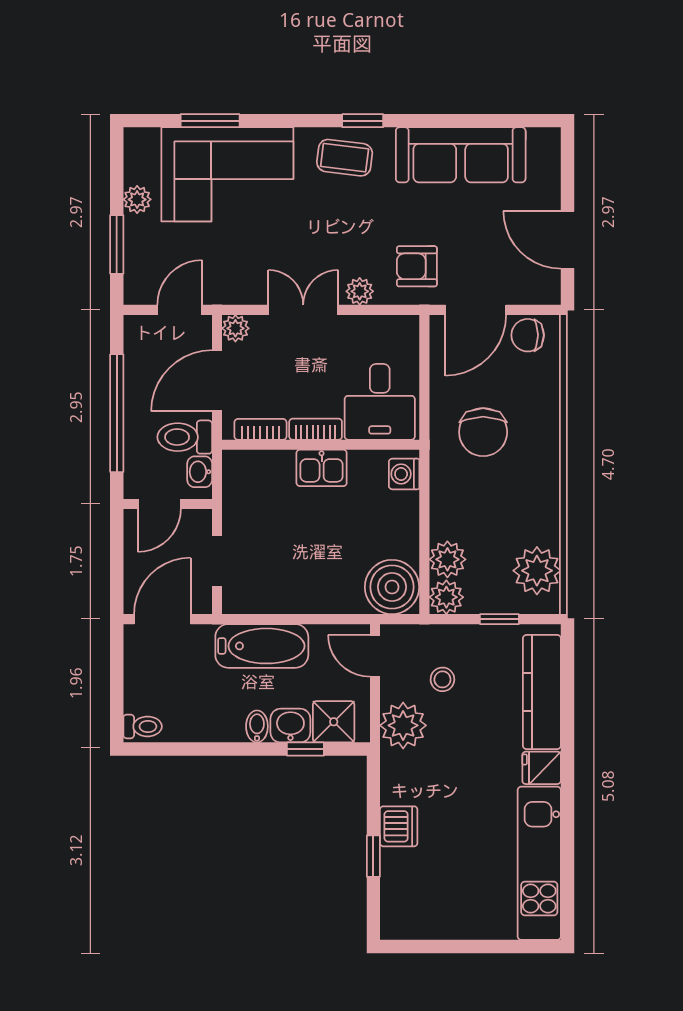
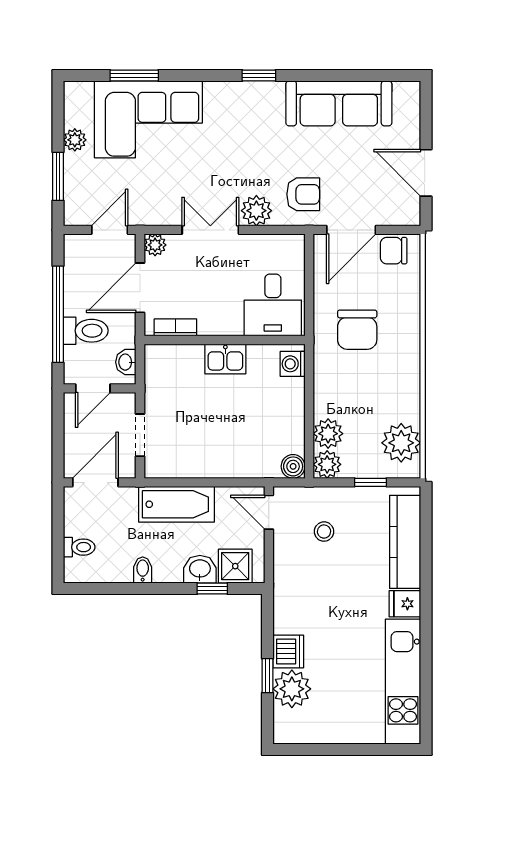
coffee table: (345, 158) -> (244, 106), removed
armchair: (417, 266) -> (303, 194), turned 180
plant: (360, 291) -> (256, 211), width x1.38, depth x1.38
bookcase: (316, 429) -> (220, 327), removed
toilet: (185, 437) -> (86, 331), moved, turned 180
boiler: (392, 587) -> (293, 466), width x0.54, depth x0.54
plant: (403, 725) -> (292, 689), moved
toilet: (143, 726) -> (79, 547), moved
bidet: (257, 726) -> (143, 570), moved

